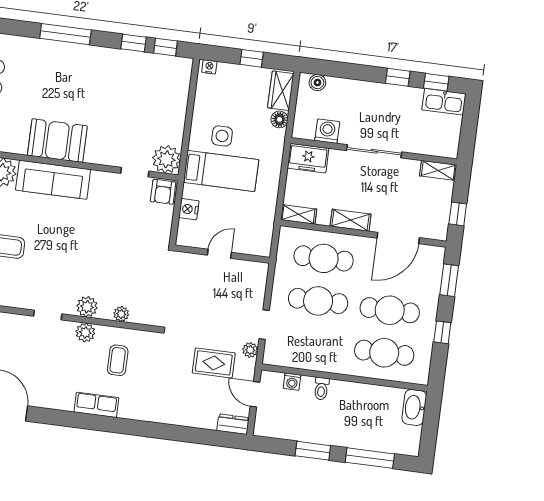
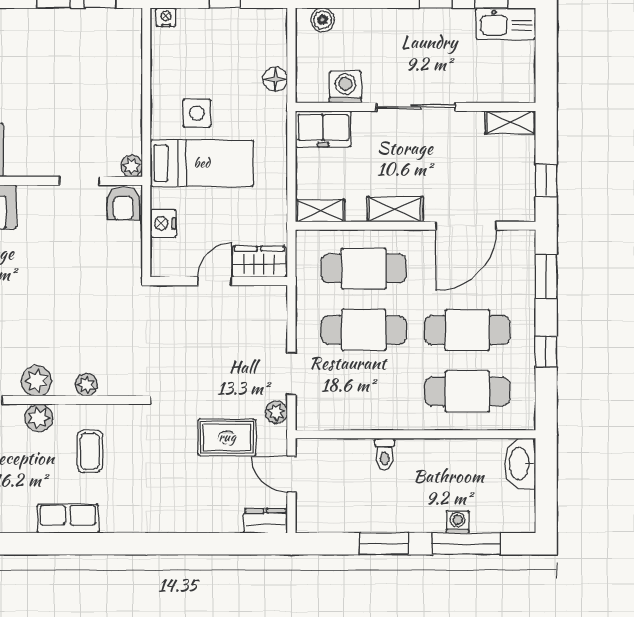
wardrobe: (281, 91) -> (259, 262), moved, turned 90
plant: (166, 159) -> (132, 166), width x0.53, depth x0.53
washing machine: (292, 382) -> (458, 522), moved, turned 180

